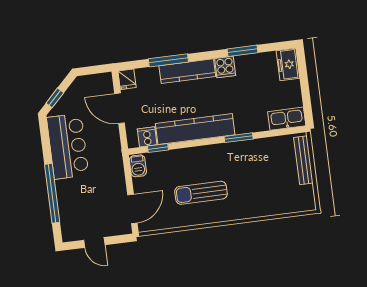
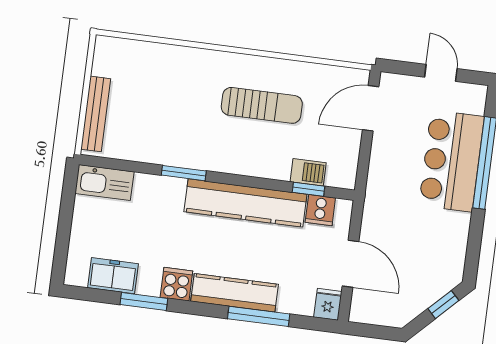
freezer: (288, 64) -> (113, 276), moved, turned -90
bar counter: (68, 146) -> (452, 161), moved
barbecue: (138, 166) -> (308, 172), moved, turned 90

